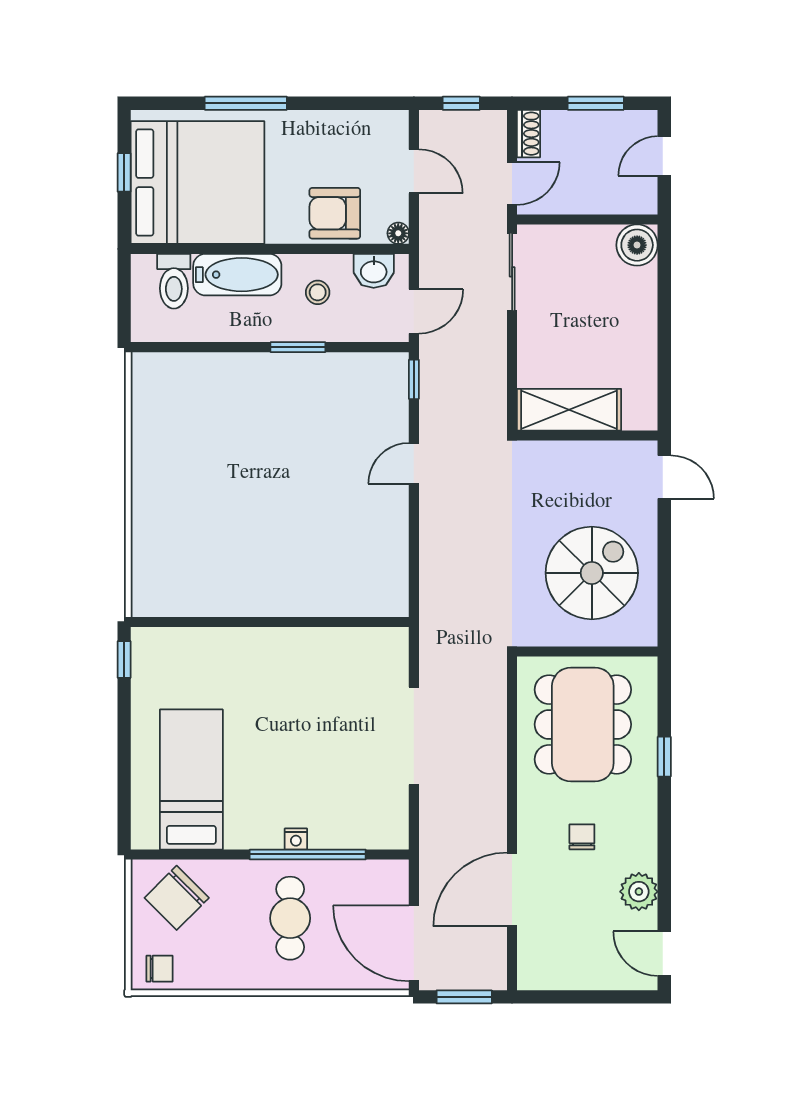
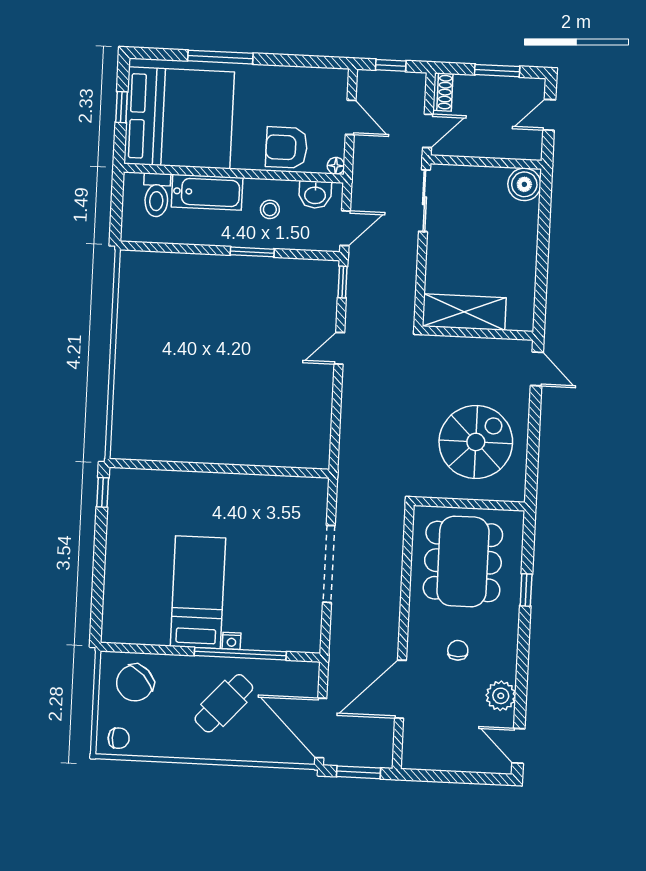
bed: (191, 780) -> (198, 592), moved
cafe table: (290, 918) -> (224, 703), turned 42

